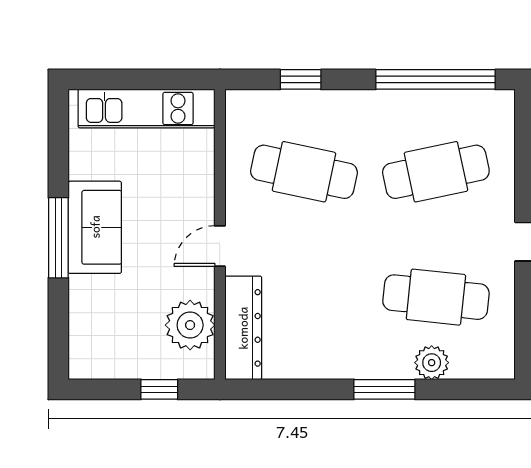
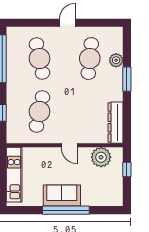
window: (58, 238) -> (66, 210), width x1.46
dresser: (243, 328) -> (116, 123), moved, turned -90

